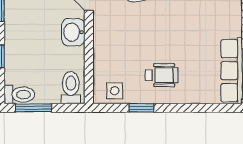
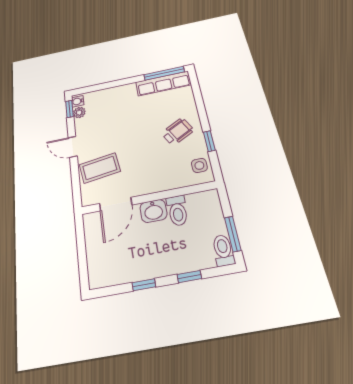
wheelchair: (162, 75) -> (178, 132), turned 62
toilet: (71, 88) -> (177, 211), moved, turned -90

